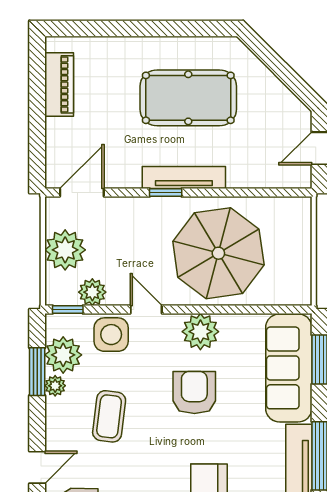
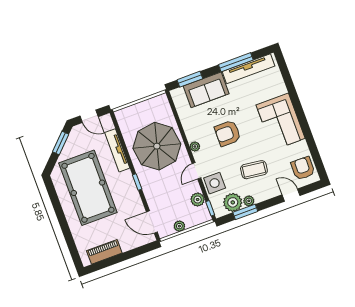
window: (289, 78) -> (61, 143), added
pool table: (188, 98) -> (88, 188), width x1.36, depth x1.32
tv unit: (184, 177) -> (117, 150), moved
plant: (65, 250) -> (179, 226), width x0.53, depth x0.53
plant: (200, 332) -> (195, 146), width x0.53, depth x0.53
sofa: (289, 368) -> (206, 90), width x0.73

